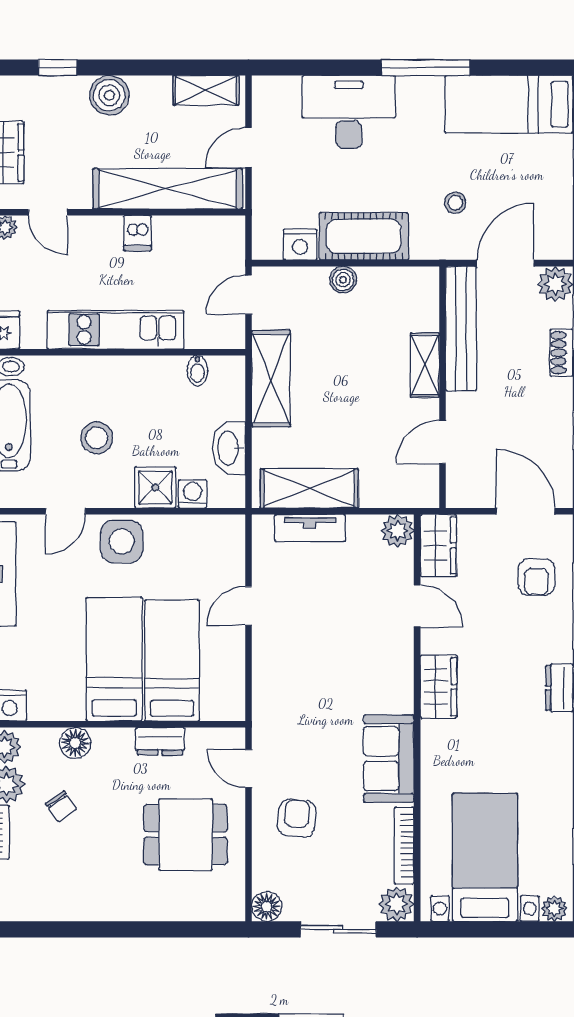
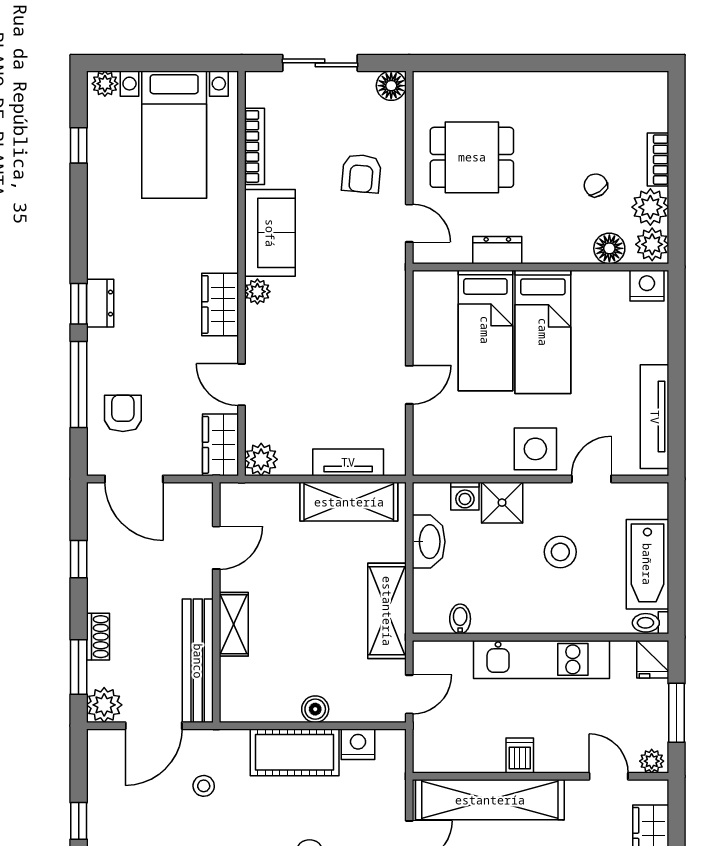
floor lamp: (75, 743) -> (609, 248), moved
plant: (396, 904) -> (257, 292), moved, width x0.73, depth x0.73

